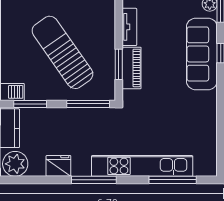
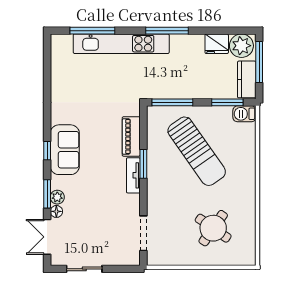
sofa: (202, 54) -> (65, 150), width x0.73
window: (119, 64) -> (143, 164), moved
fridge: (58, 166) -> (217, 44), moved

